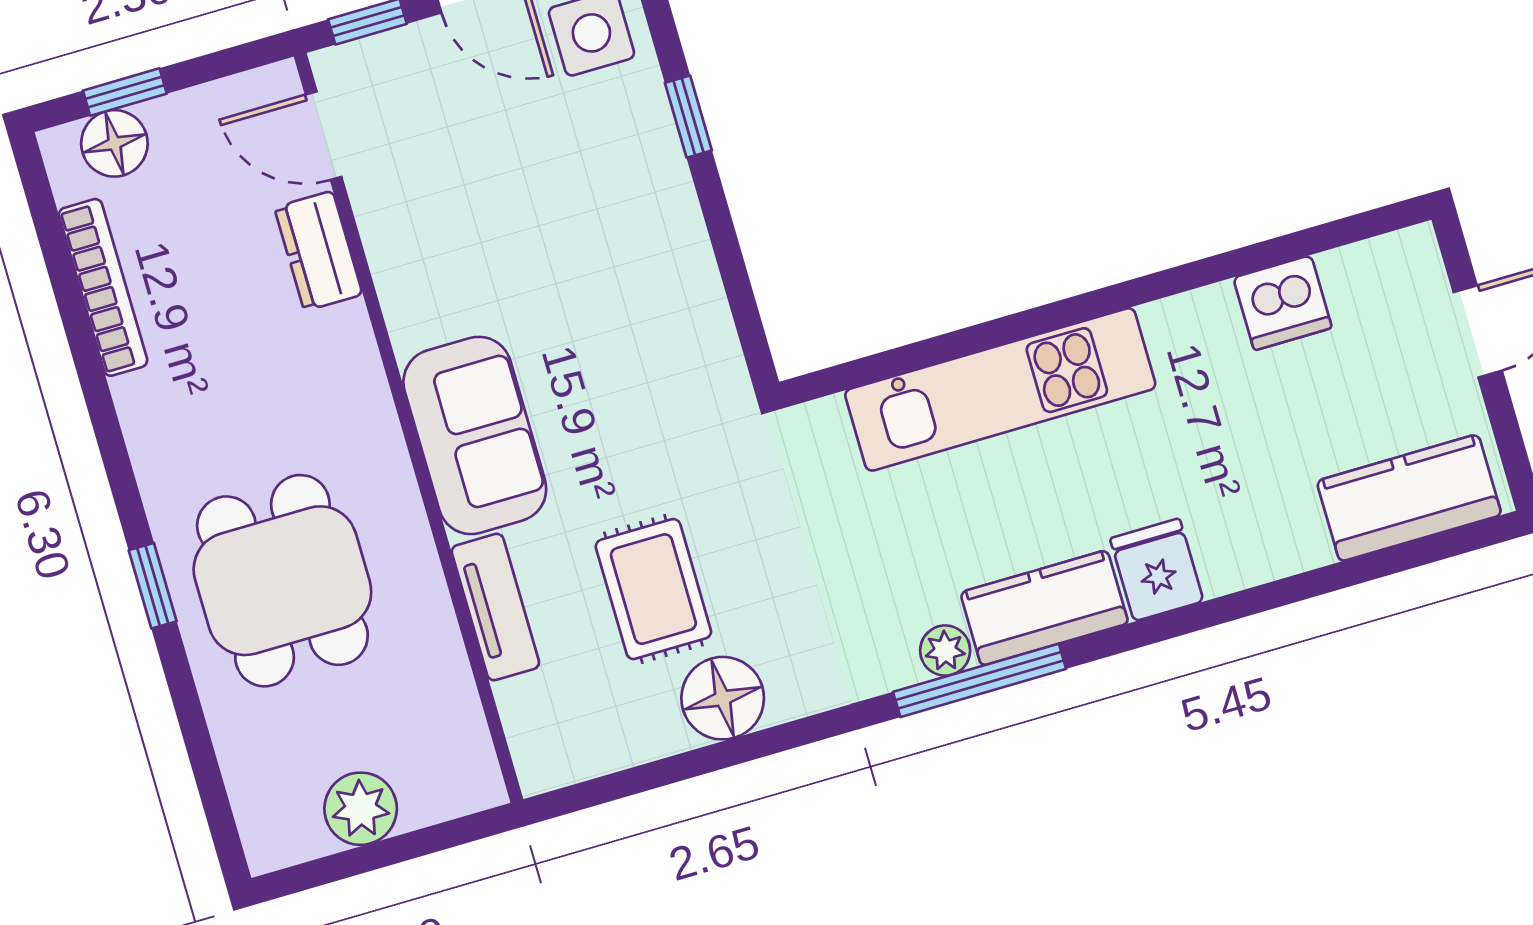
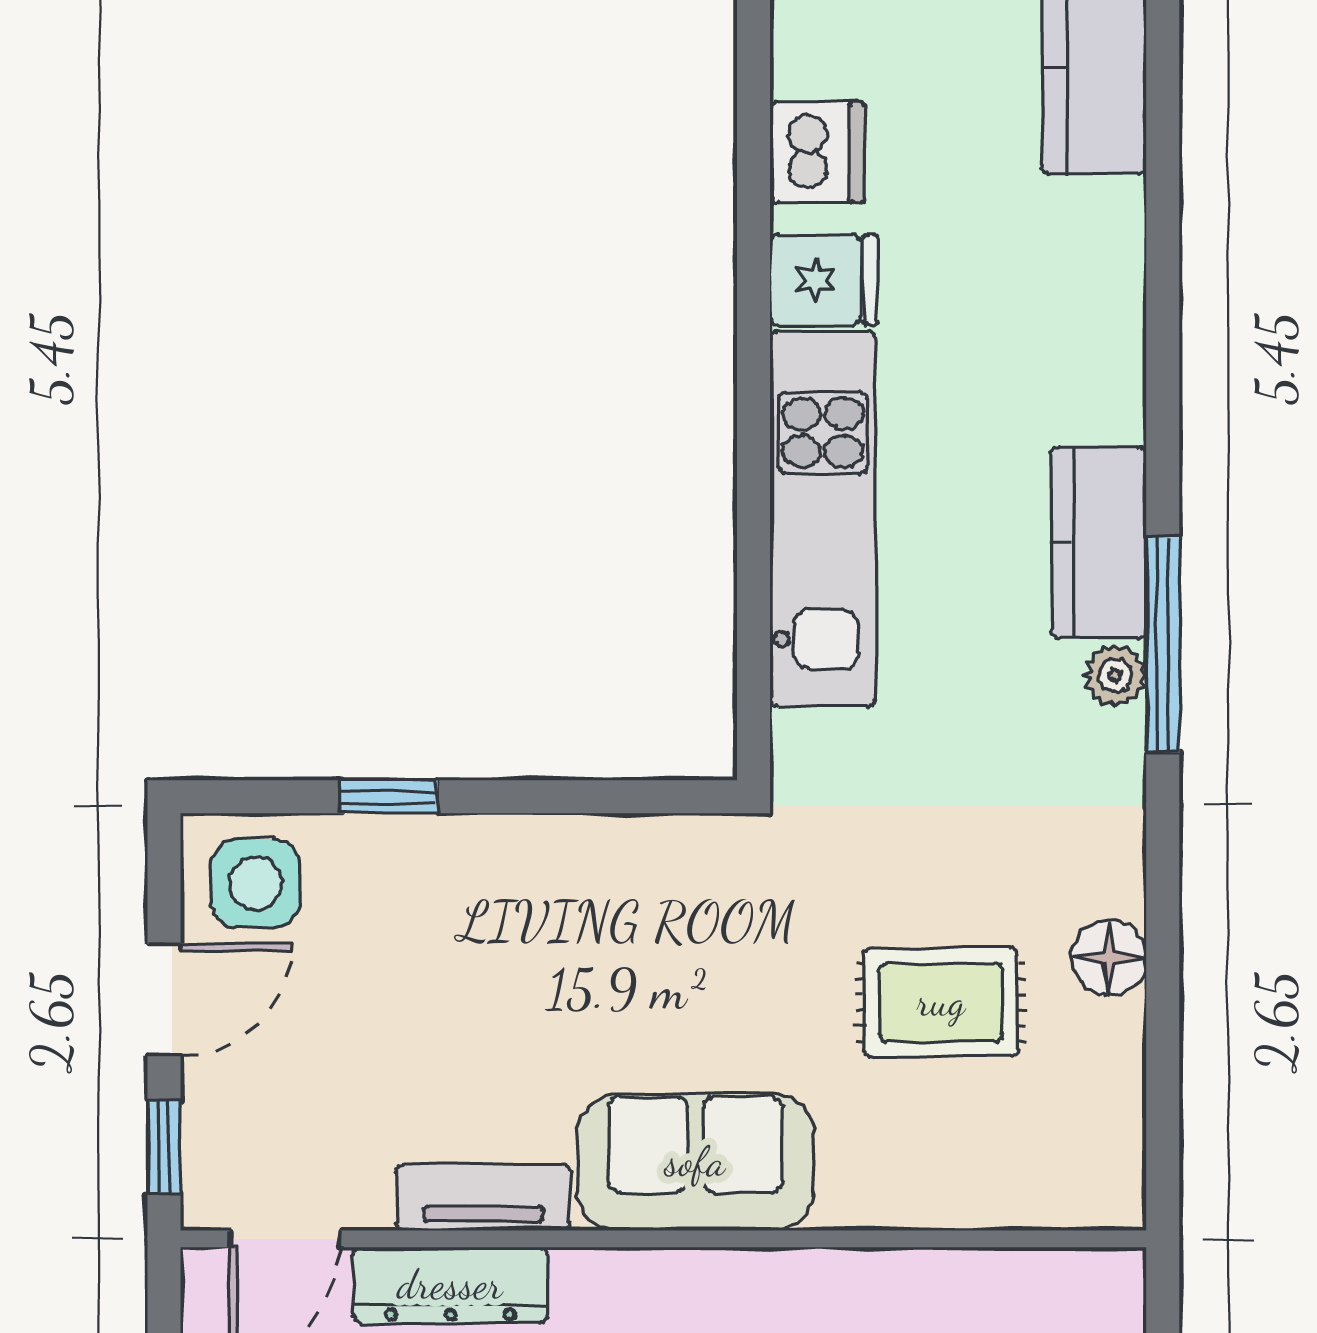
dresser: (318, 251) -> (450, 1285), width x1.44
fridge: (1157, 570) -> (824, 280), moved, turned 180
tv unit: (495, 607) -> (483, 1197), moved
floor lamp: (723, 698) -> (1109, 958), width x0.73, depth x0.73

